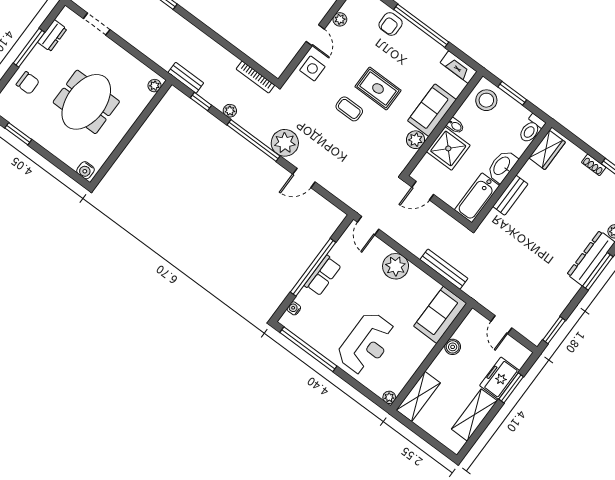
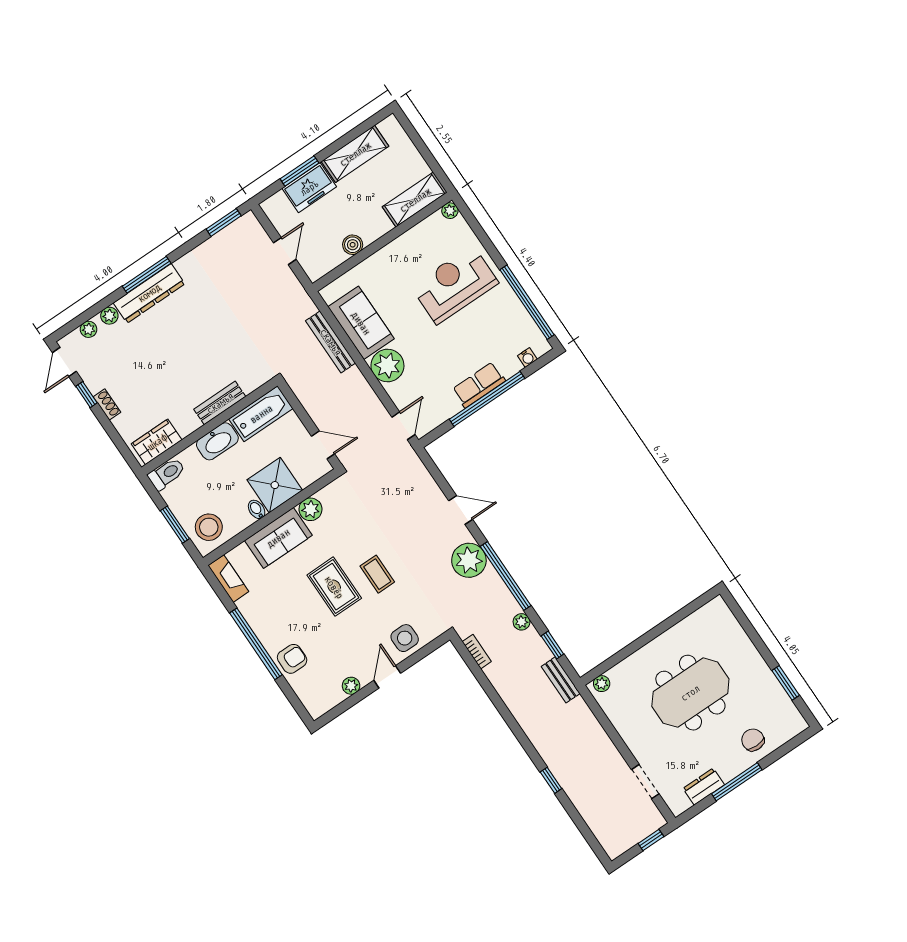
bookcase: (255, 77) -> (477, 652), width x0.64
water cooler: (85, 170) -> (720, 611), removed
sofa: (440, 315) -> (361, 323), moved, turned -90

